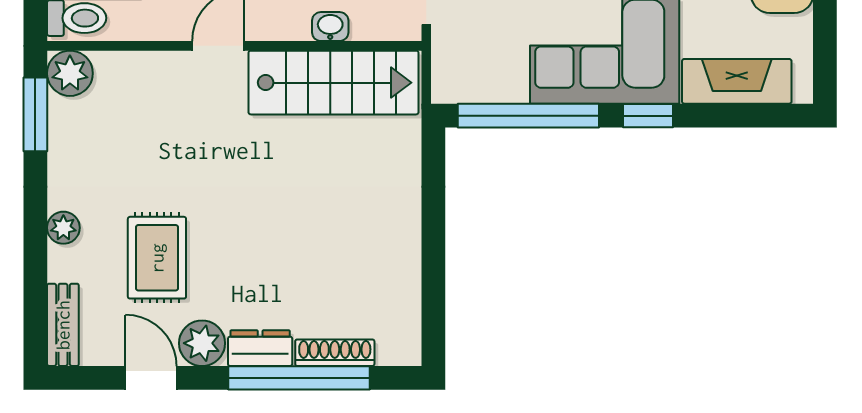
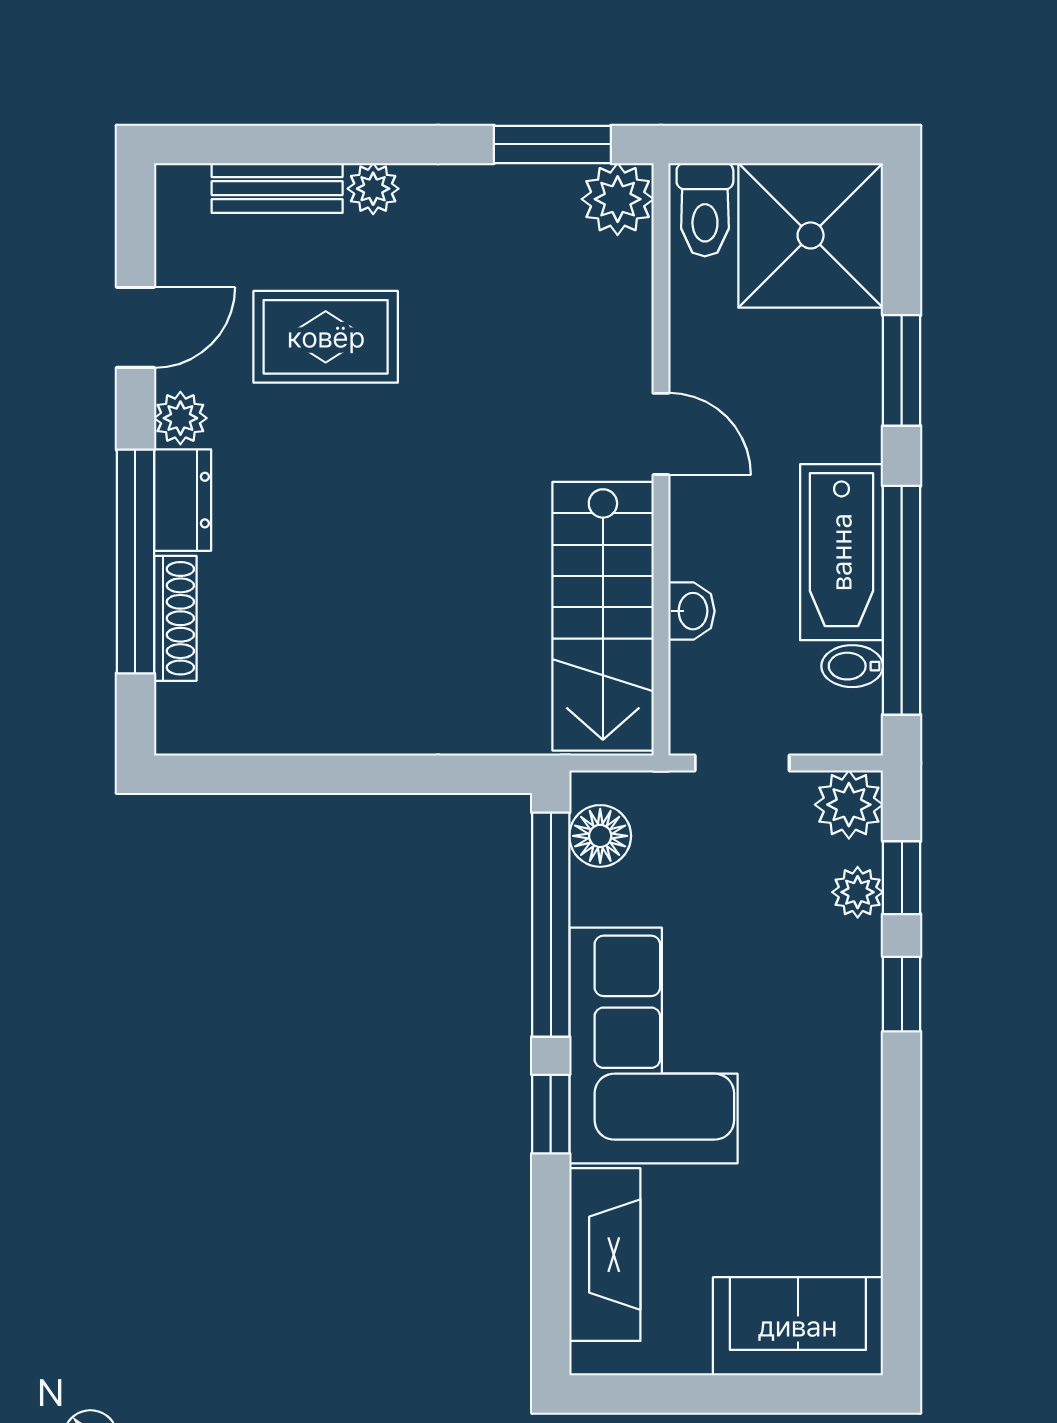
floor lamp: (472, 84) -> (600, 836), added
bench: (63, 325) -> (277, 188), moved
plant: (202, 343) -> (180, 418), width x0.73, depth x0.73

